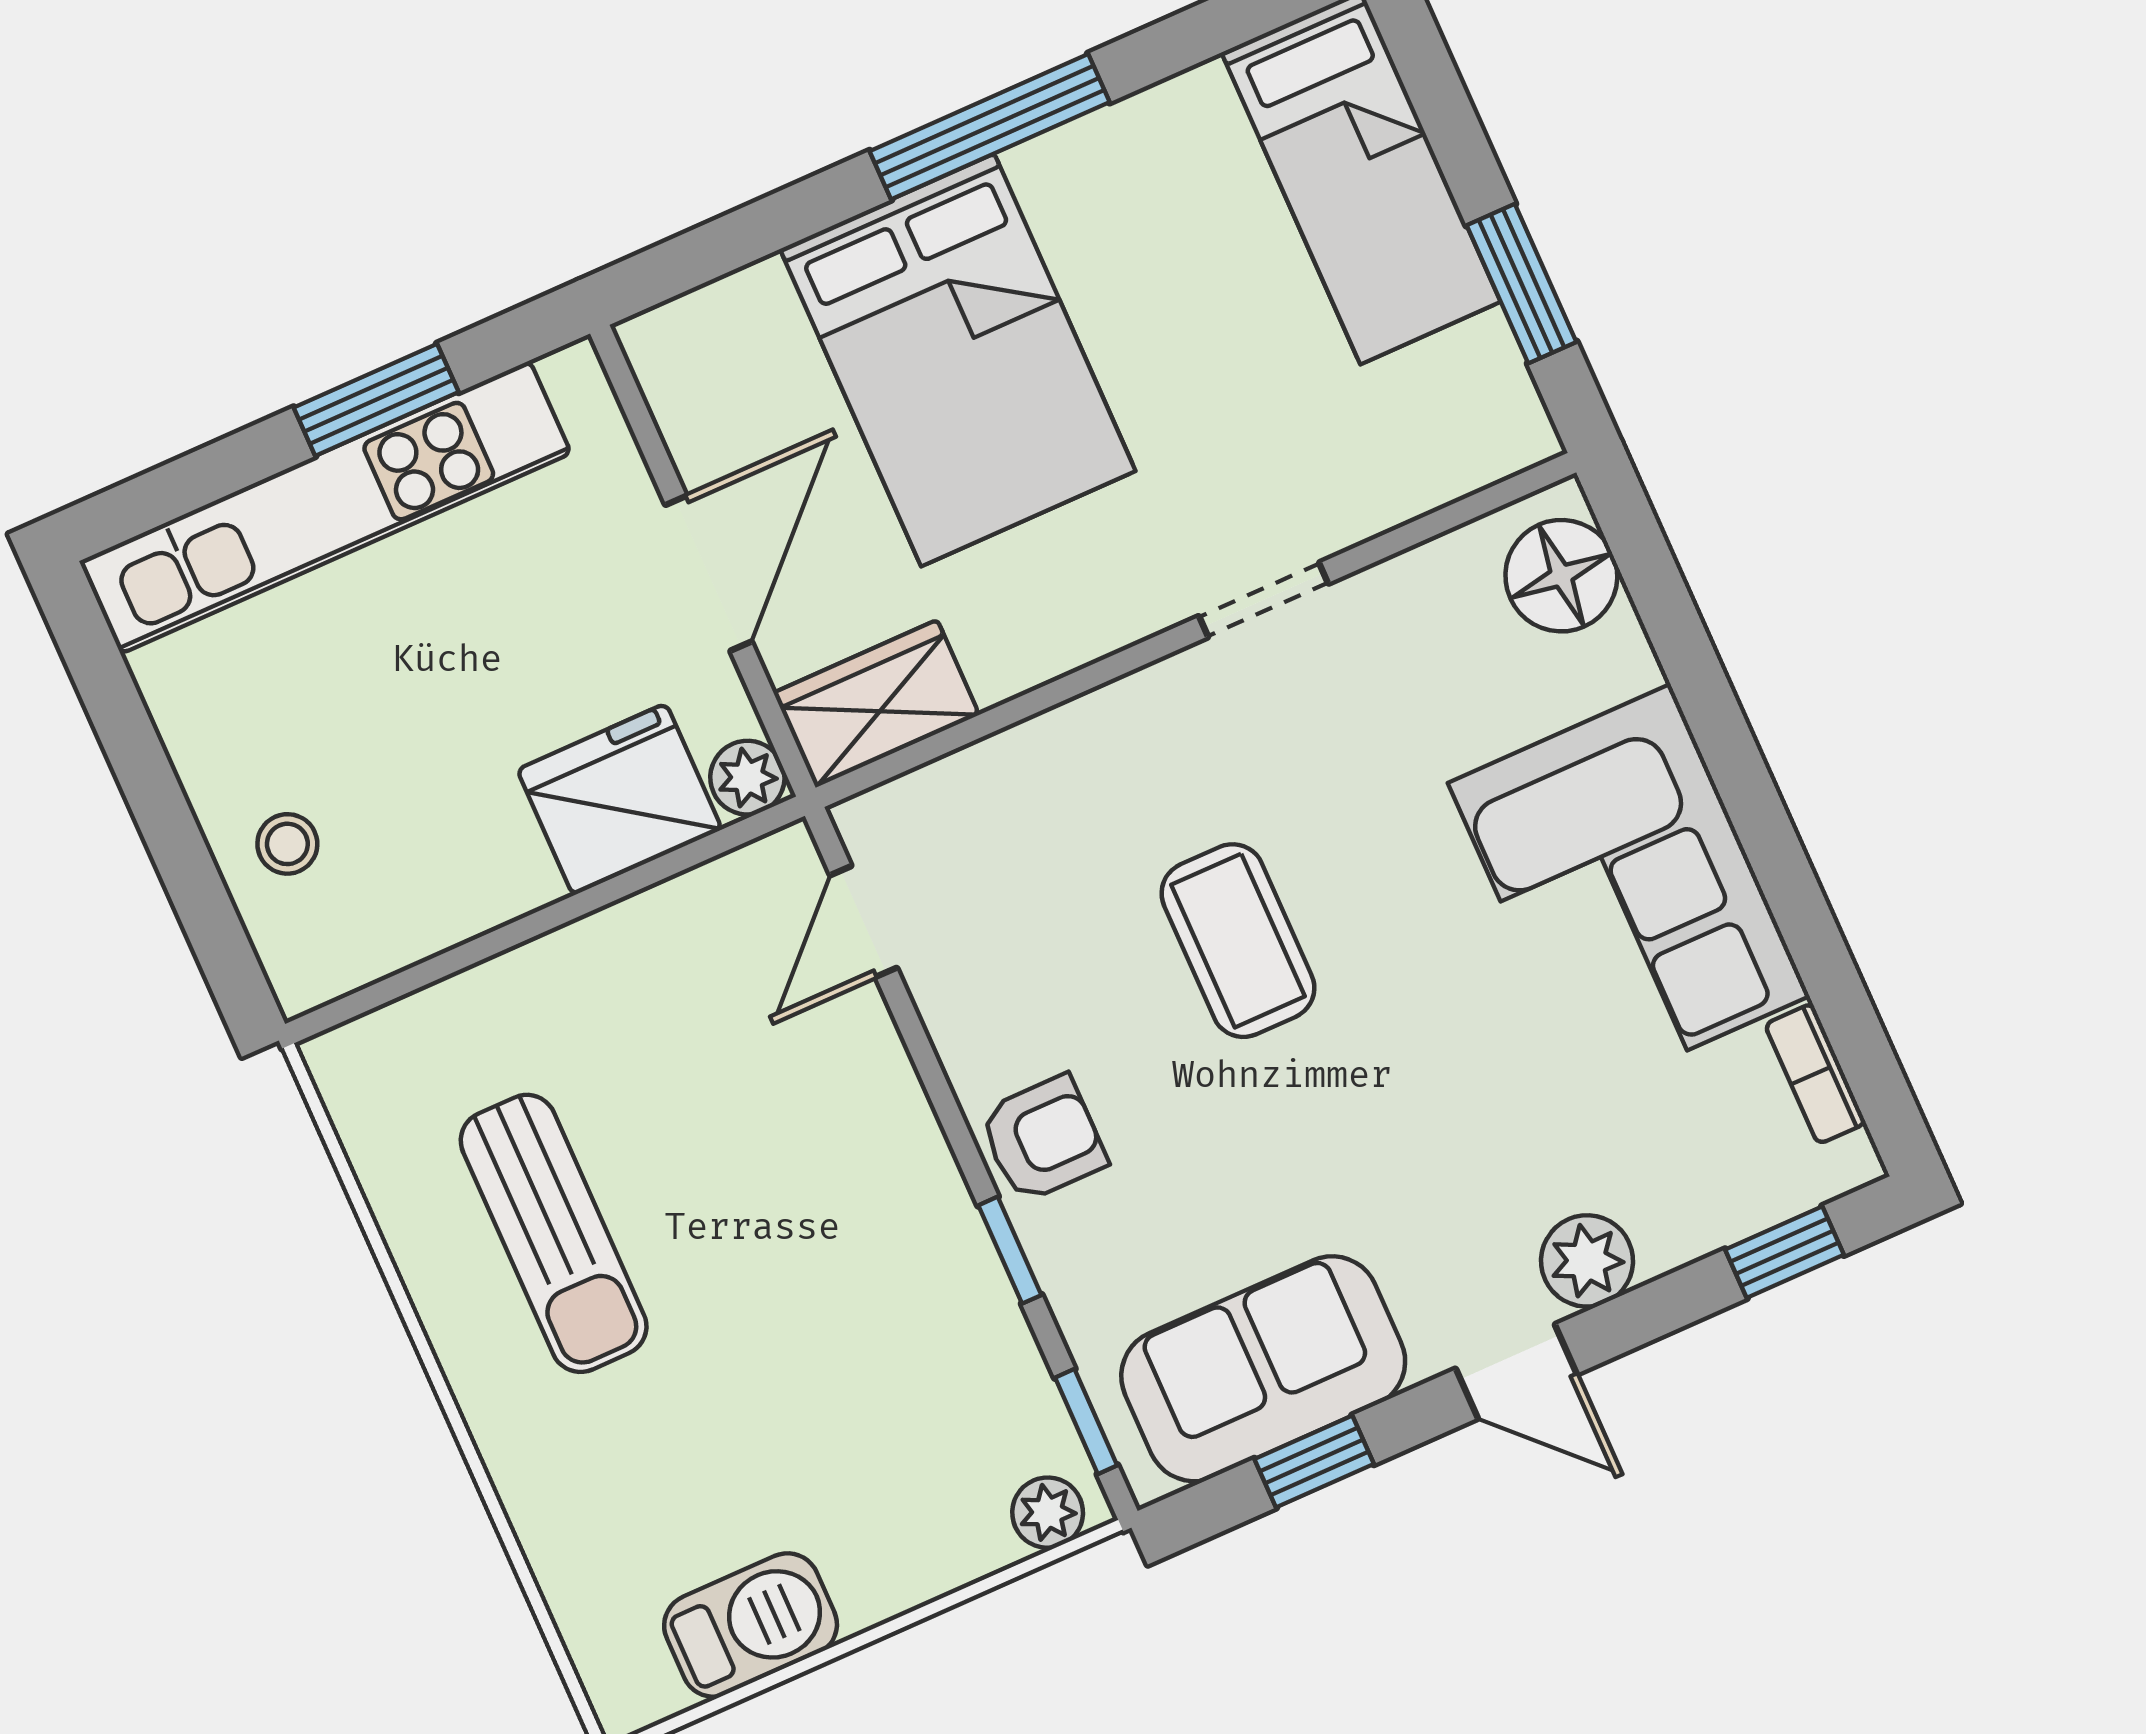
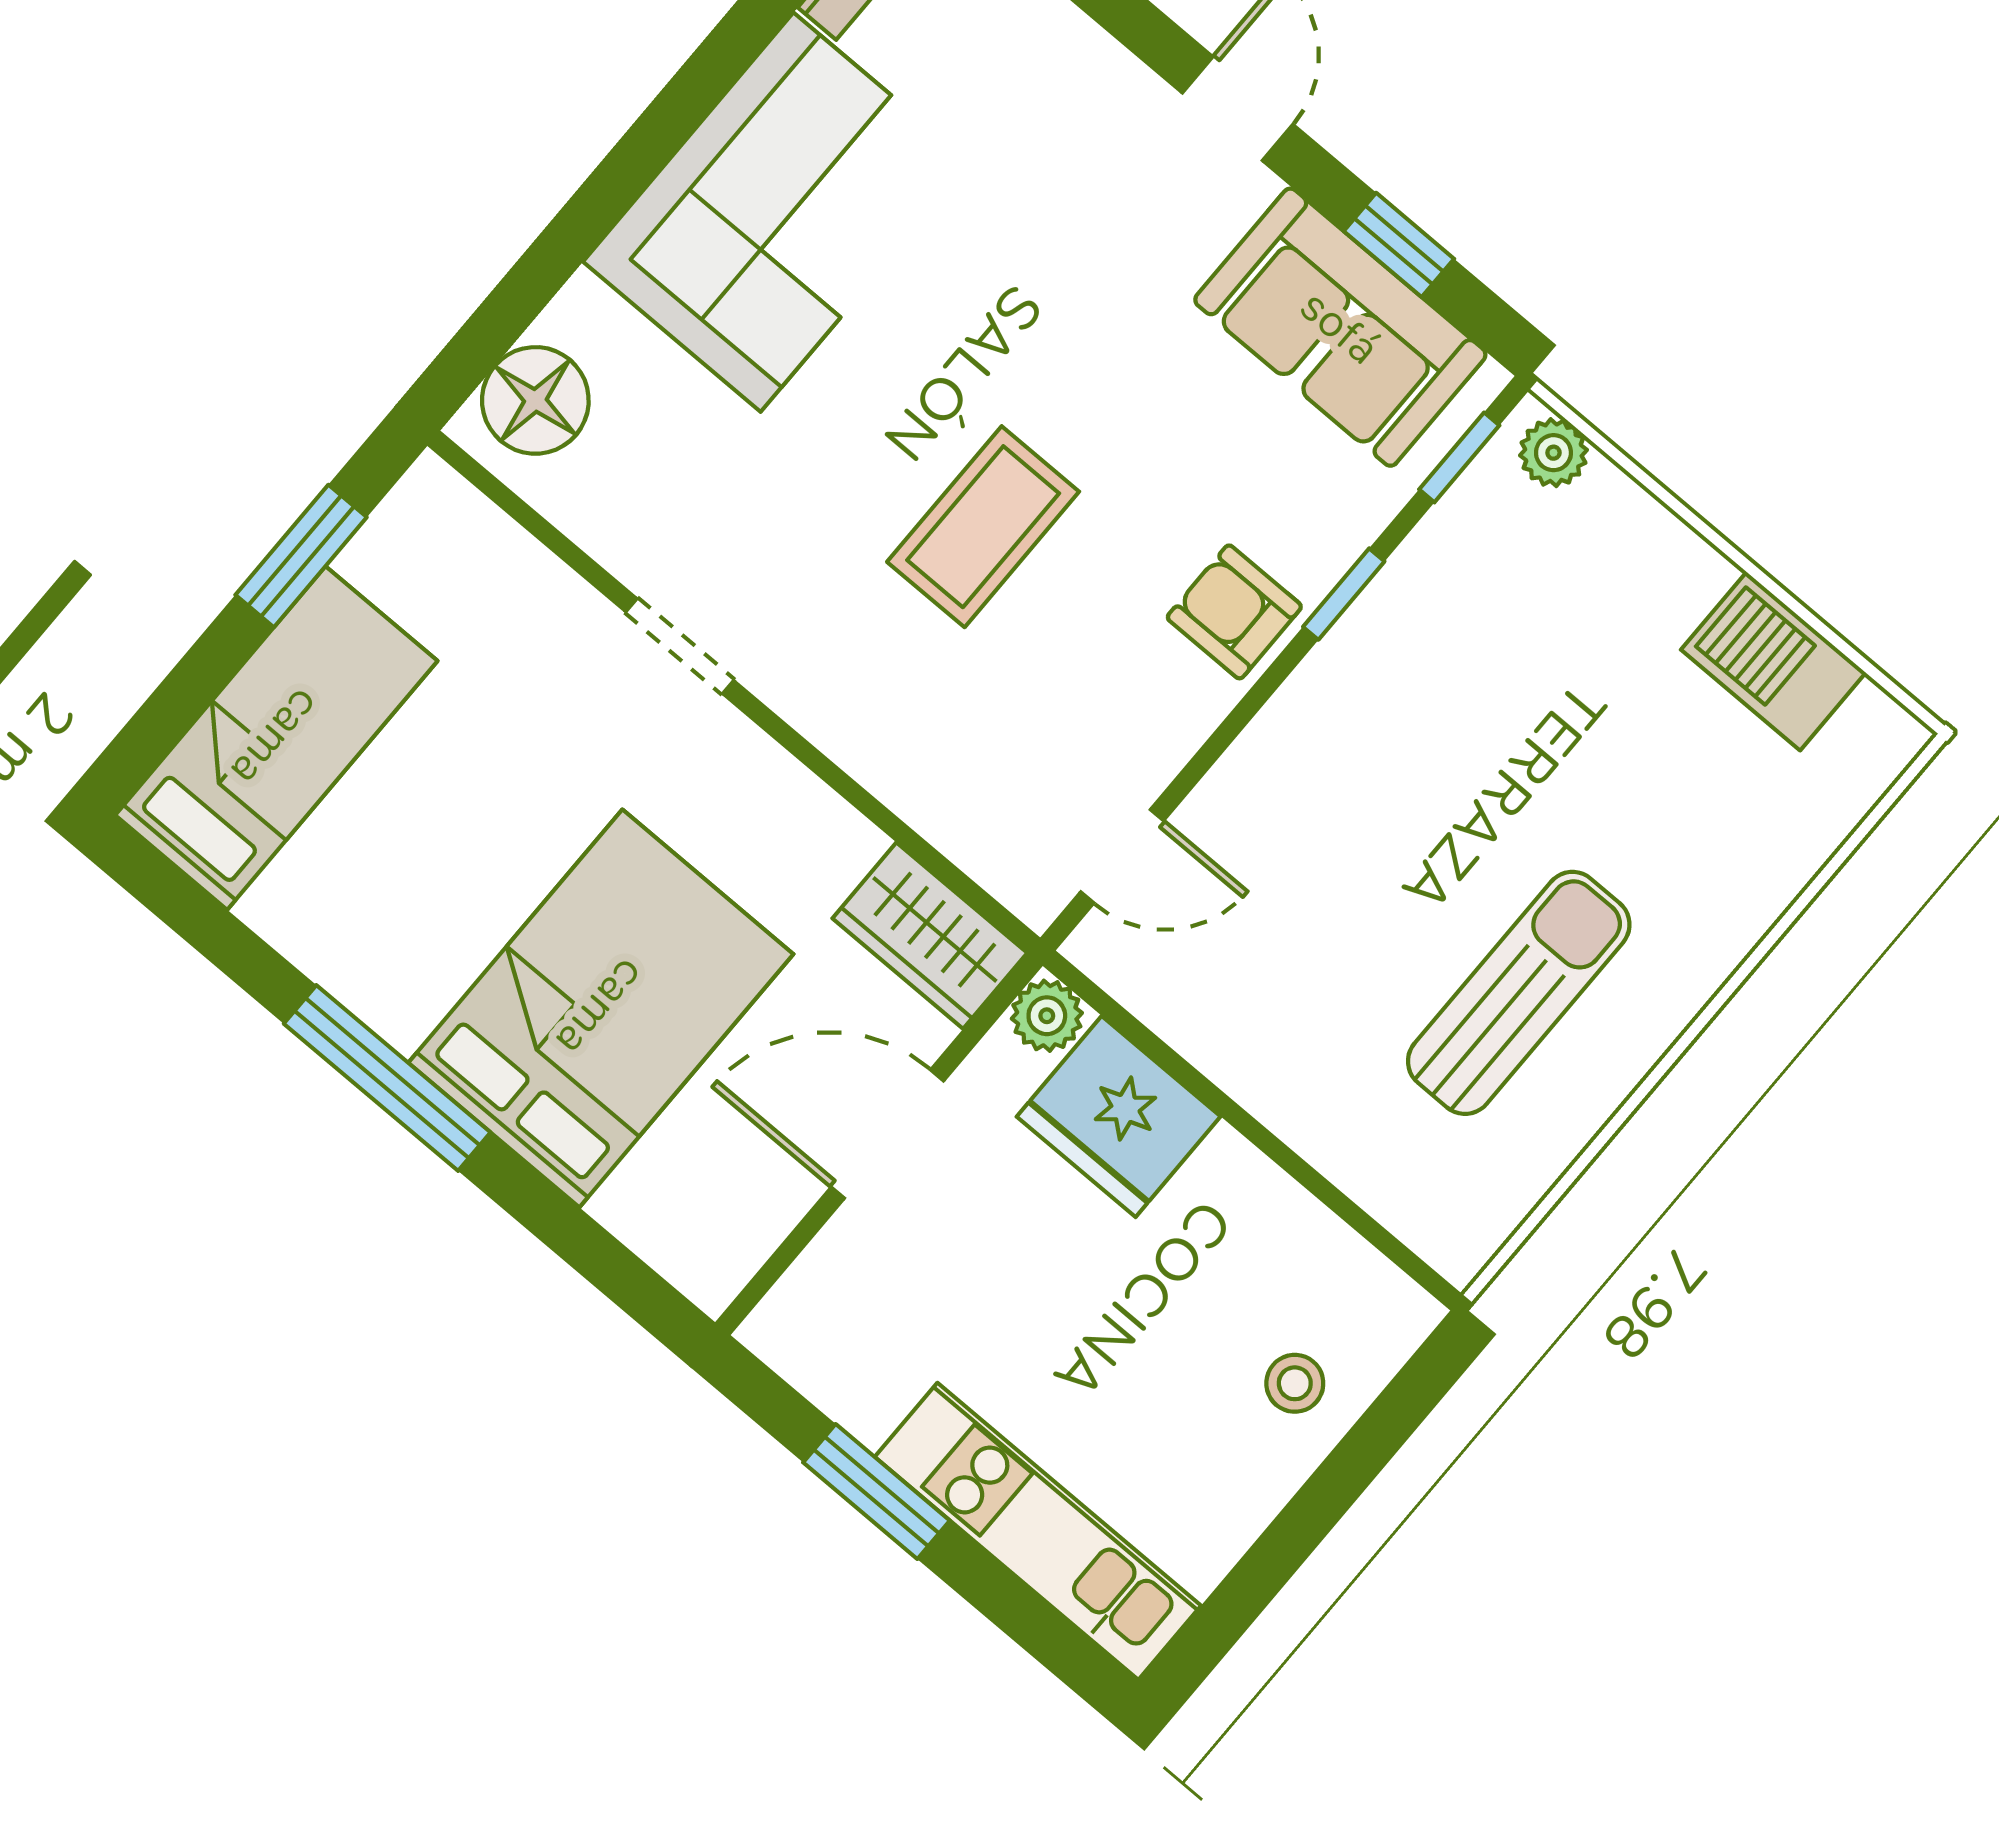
kitchen unit: (325, 507) -> (1038, 1531), width x0.73
plant: (1587, 1261) -> (1113, 94), removed

